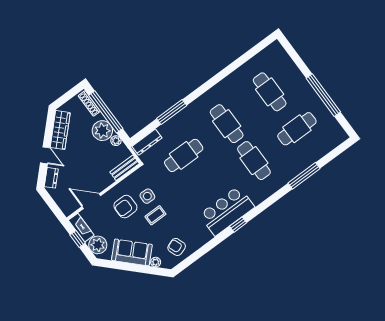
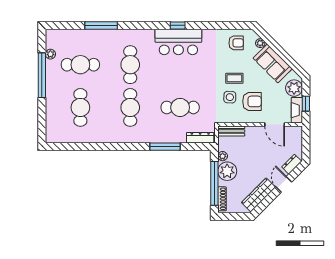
plant: (330, 119) -> (50, 54), added
armchair: (177, 247) -> (236, 43), turned -70

